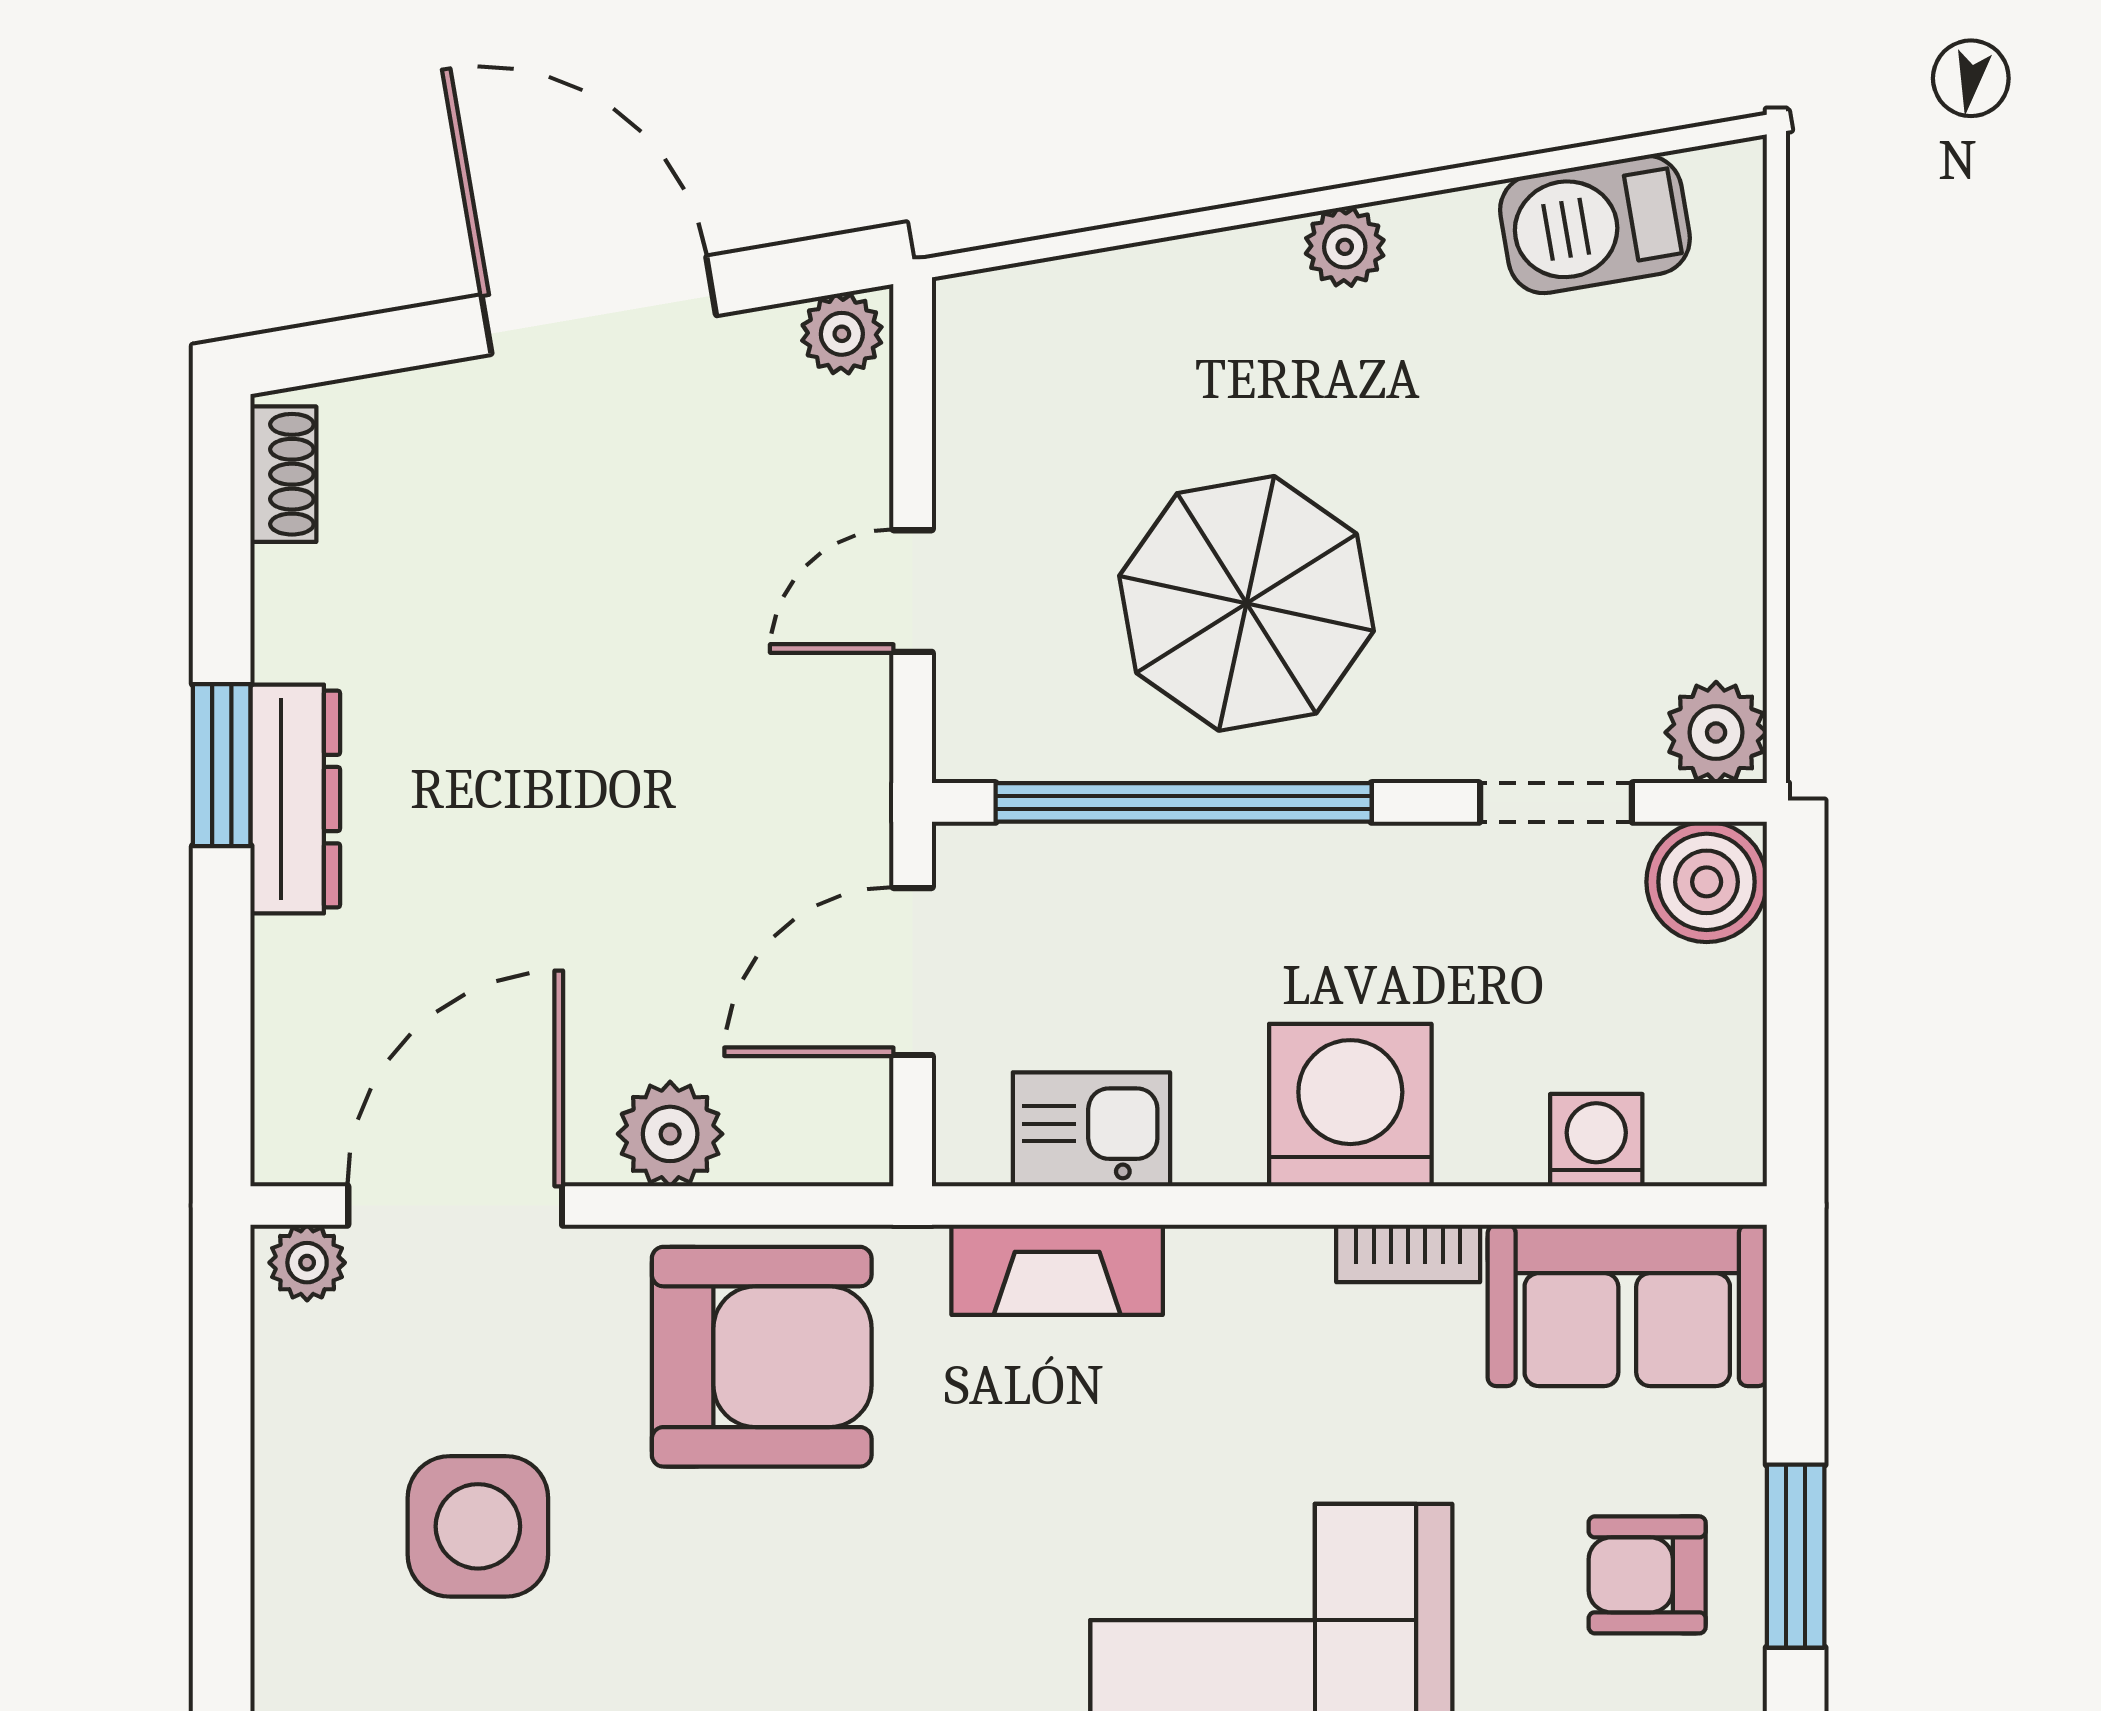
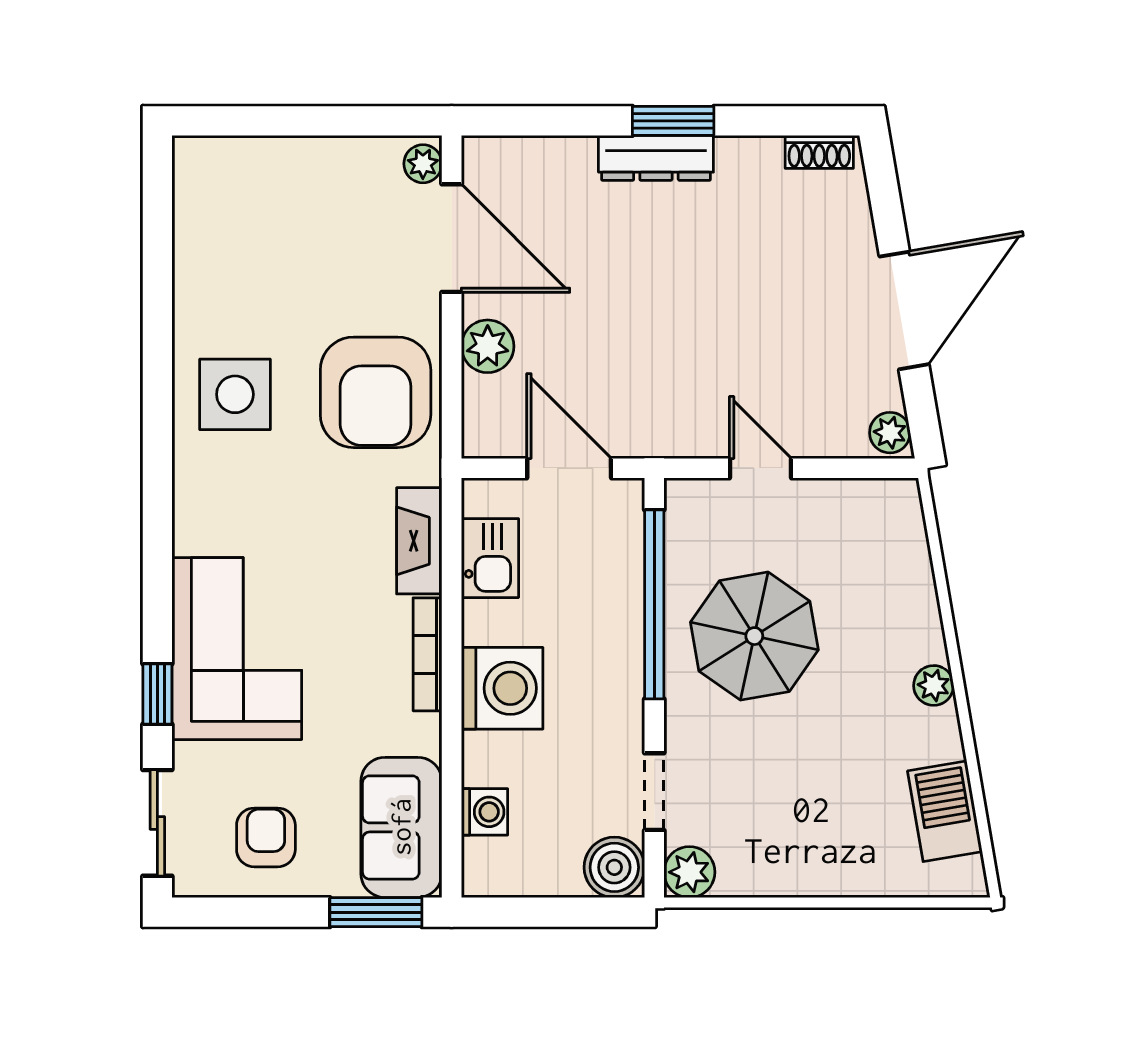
bookcase: (1408, 1253) -> (428, 654), moved, width x1.56
side table: (478, 1526) -> (235, 394), moved
window: (1796, 1556) -> (376, 912), moved

